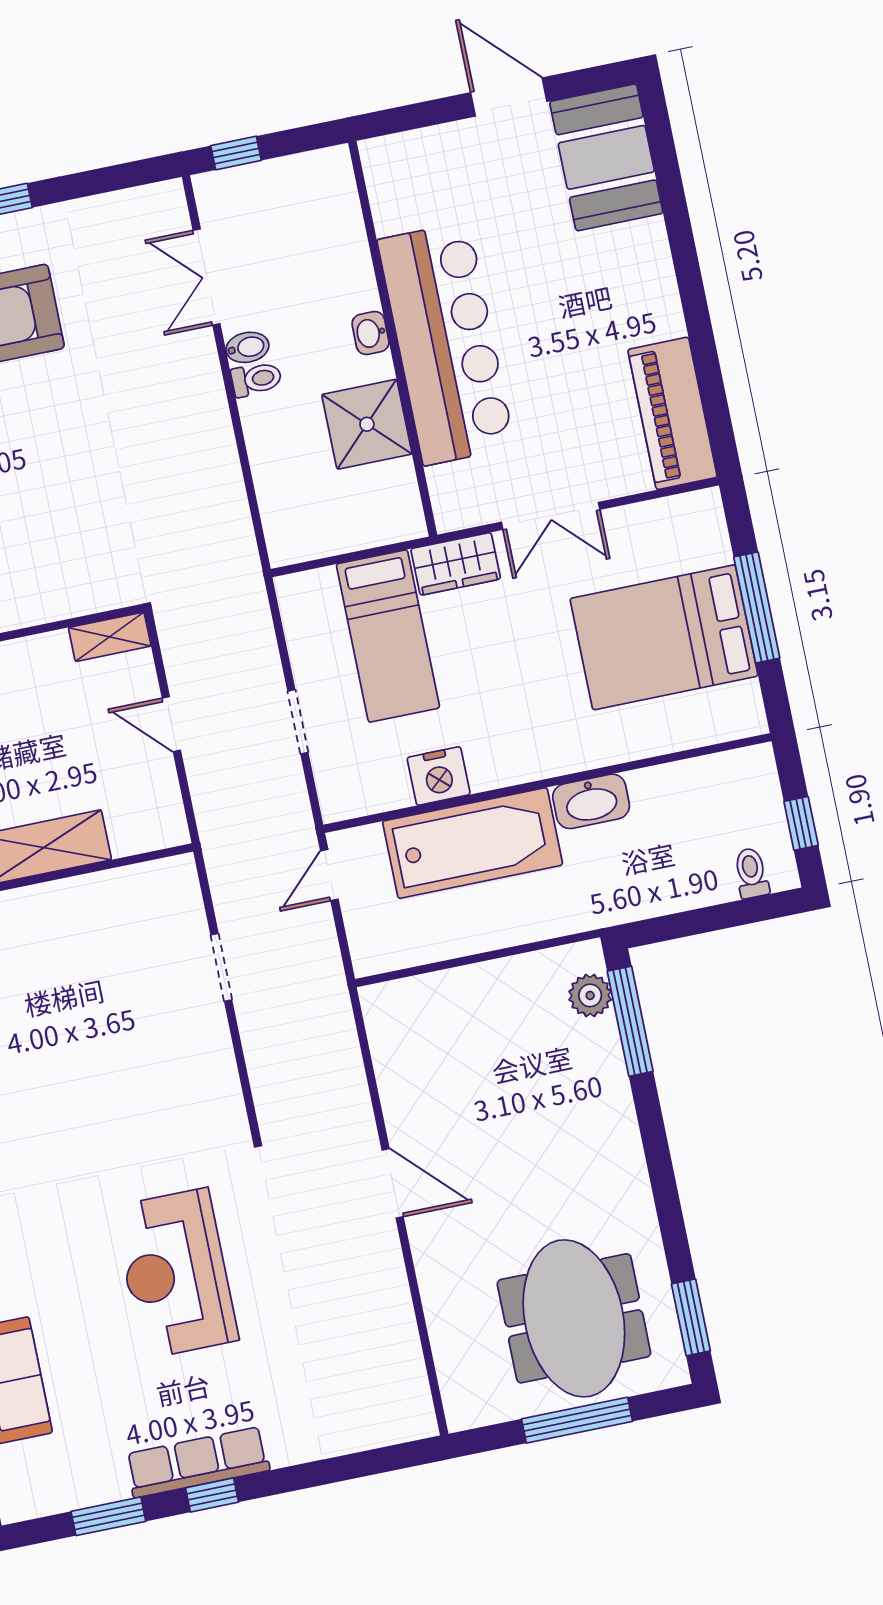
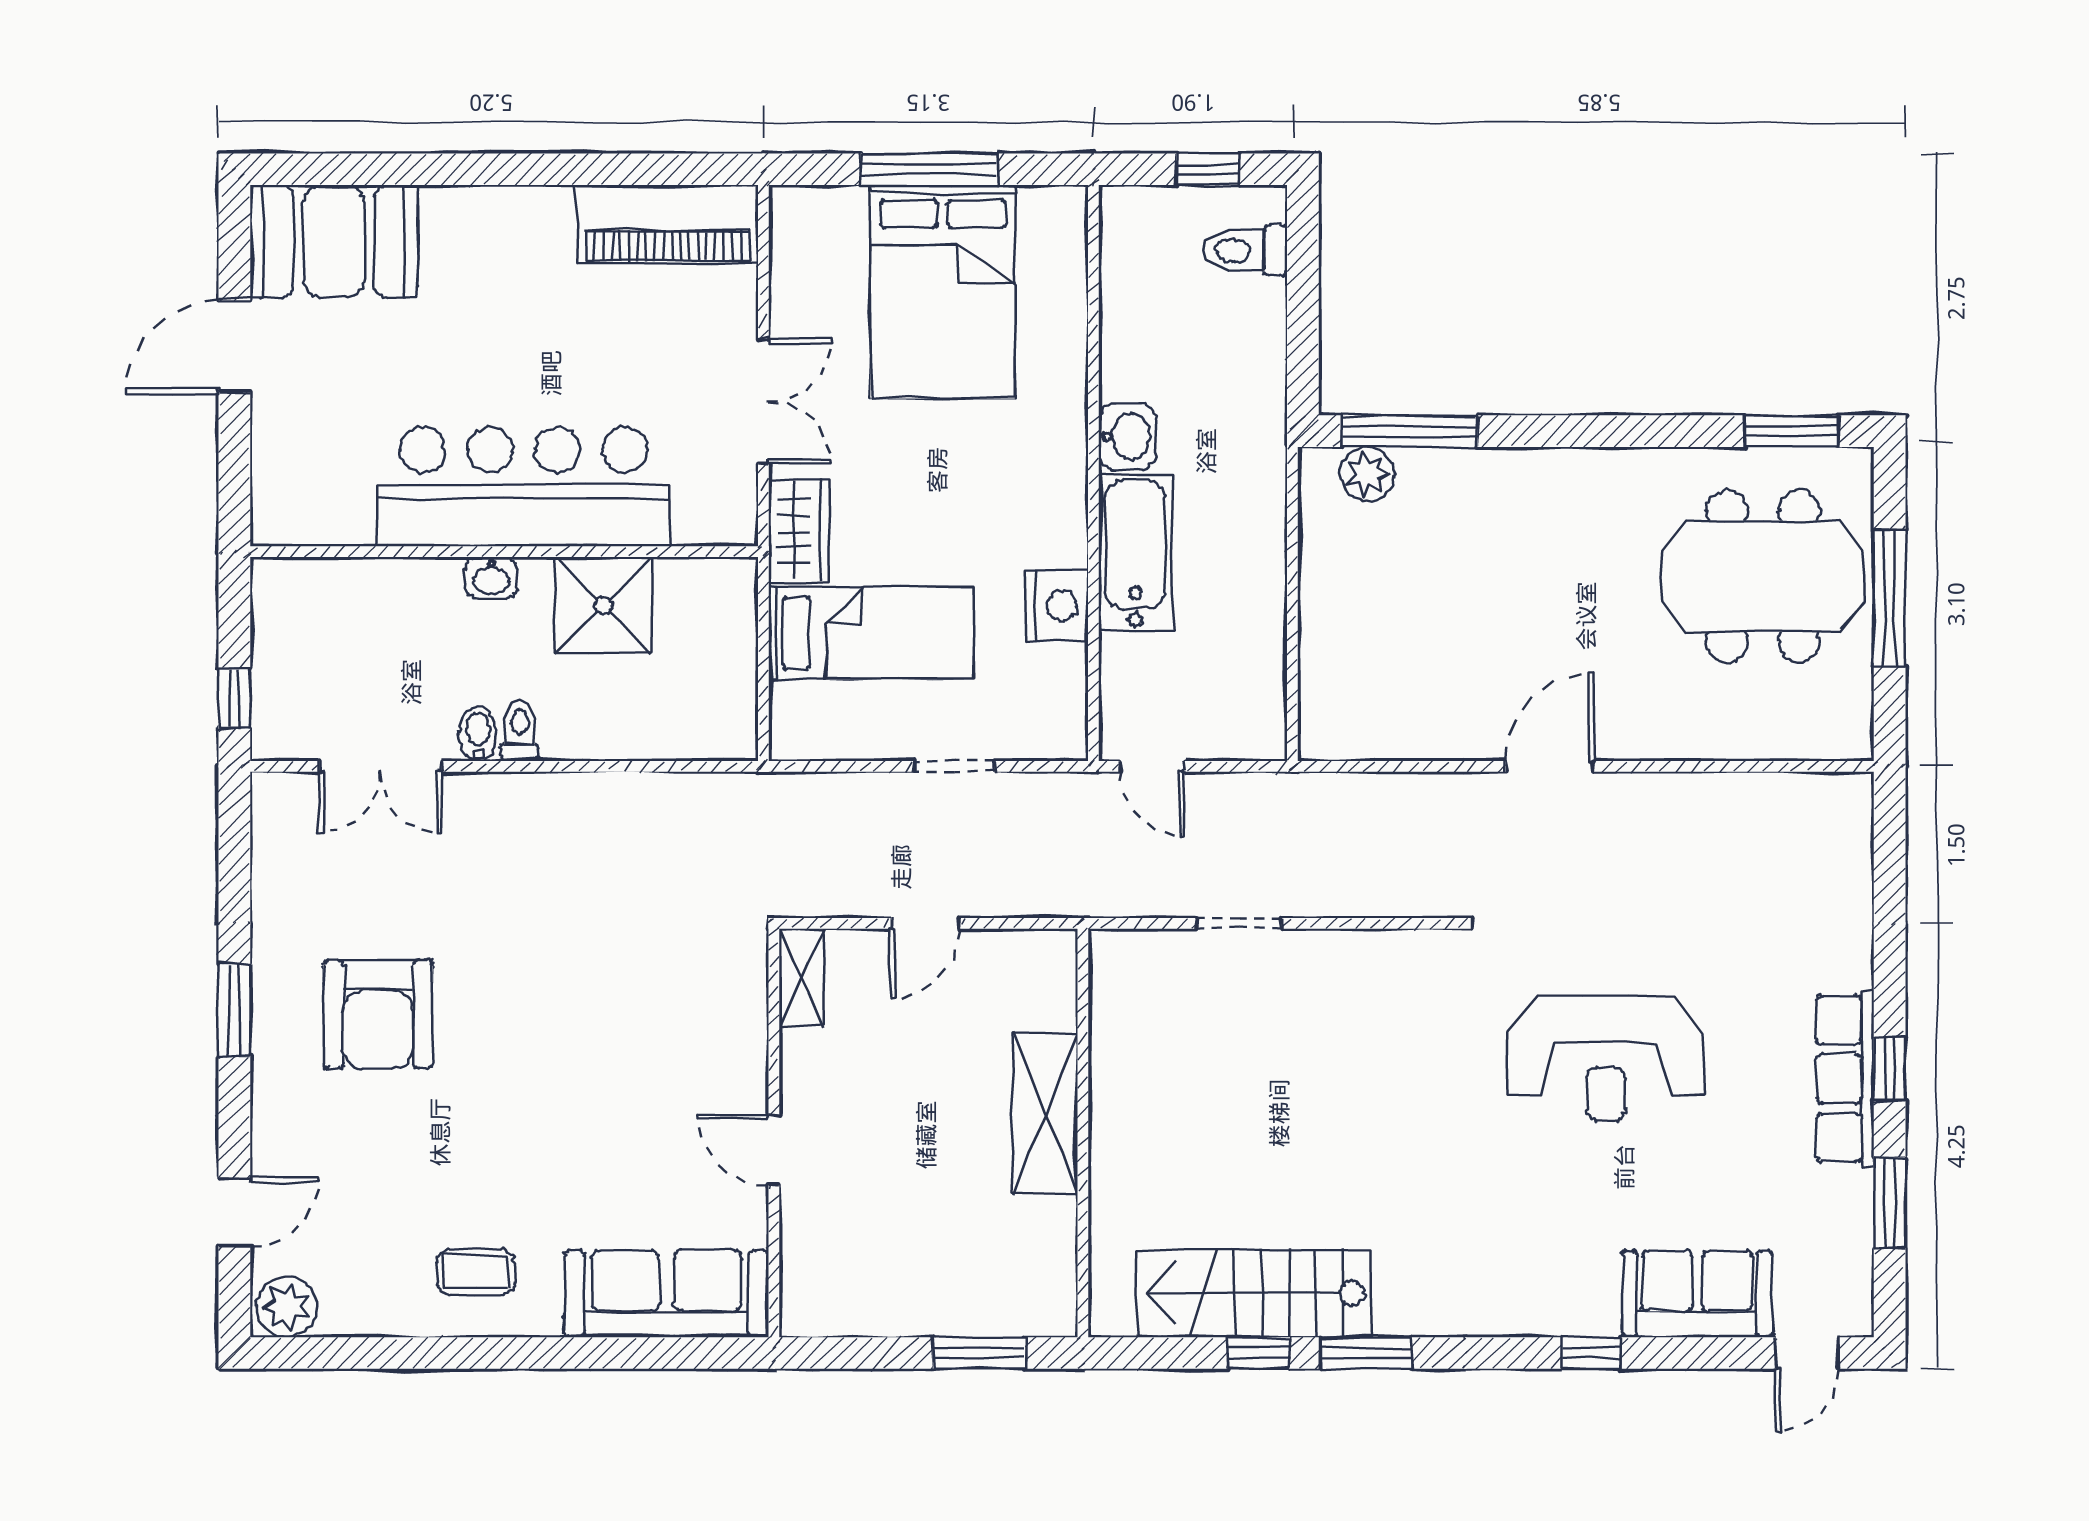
washbasin: (591, 801) -> (1127, 437), width x0.72
bathtub: (473, 843) -> (1135, 553), width x0.73, depth x0.73
toilet: (751, 873) -> (1245, 250), width x1.37, depth x1.39

